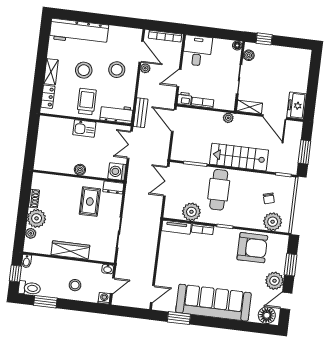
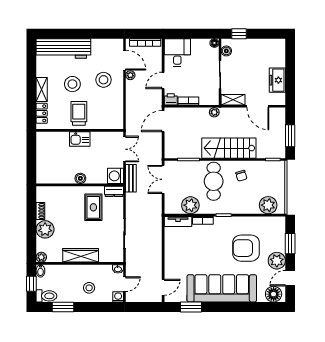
freezer: (297, 106) -> (277, 80), moved
bench: (141, 113) -> (131, 178), moved
workbench: (116, 114) -> (108, 122), removed
door: (174, 120) -> (163, 121), hinge flipped
double door: (130, 145) -> (124, 149), swing flipped
chair: (269, 198) -> (241, 176), moved
plant: (31, 233) -> (41, 257), moved
armchair: (252, 248) -> (246, 248), moved, turned 180

